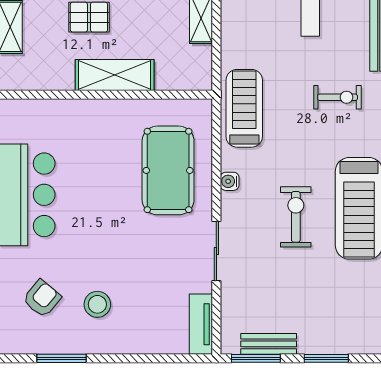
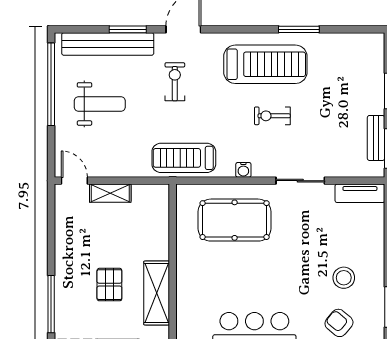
shelving: (115, 75) -> (157, 293), moved
exercise bike: (296, 217) -> (272, 116), width x0.73, depth x0.72

